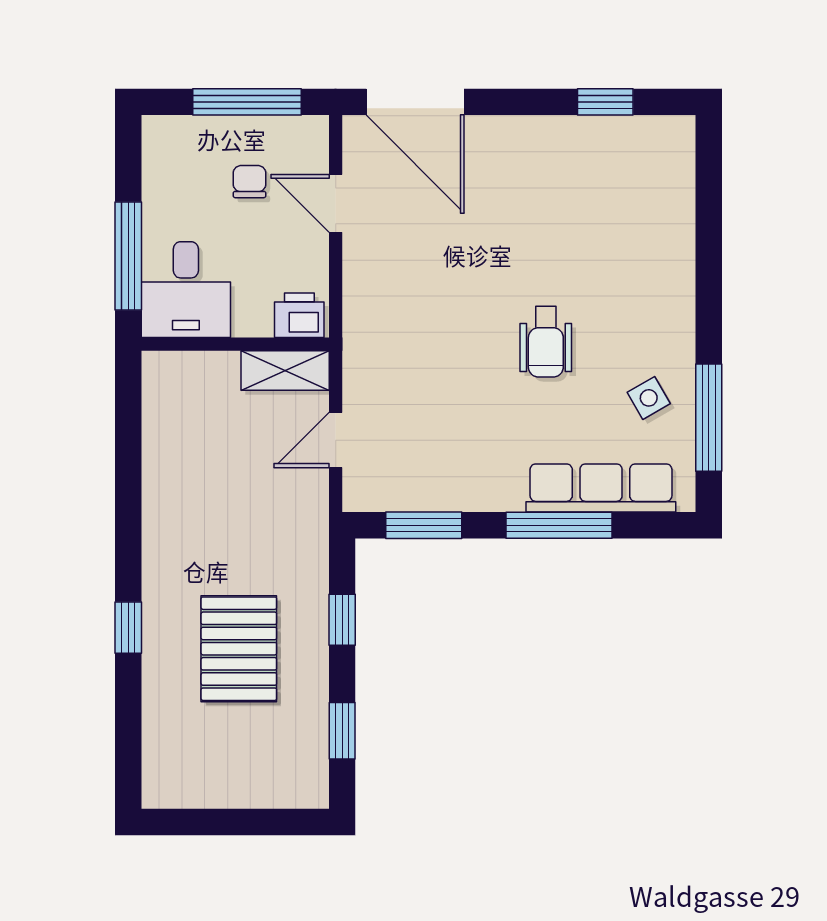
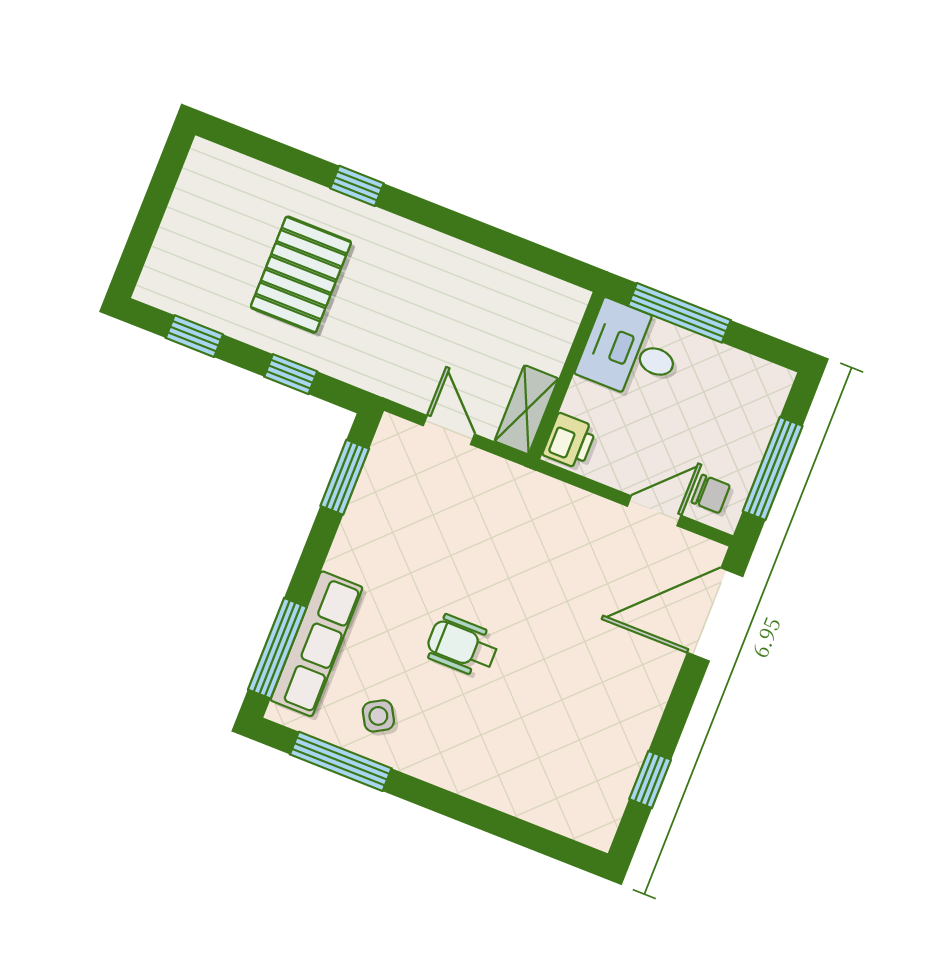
chair: (249, 182) -> (711, 494), moved
window: (559, 525) -> (277, 648), moved
pallet: (239, 649) -> (301, 275), turned 90

